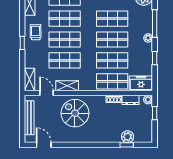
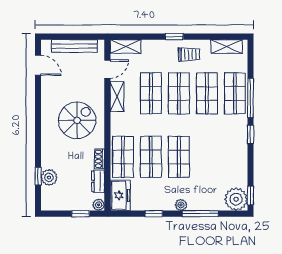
shop shelf: (112, 19) -> (207, 157), removed
spiral stairs: (75, 113) -> (77, 120), moved
door: (44, 145) -> (38, 65), hinge flipped

